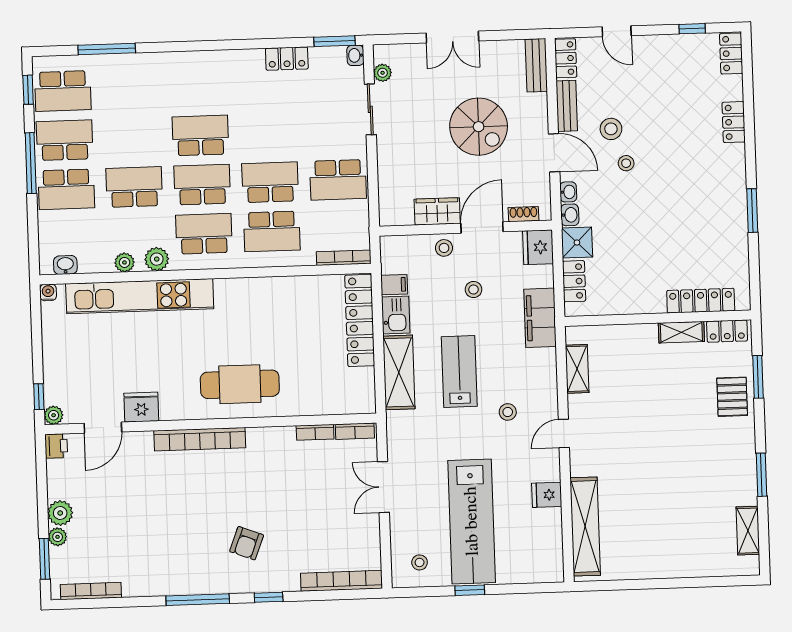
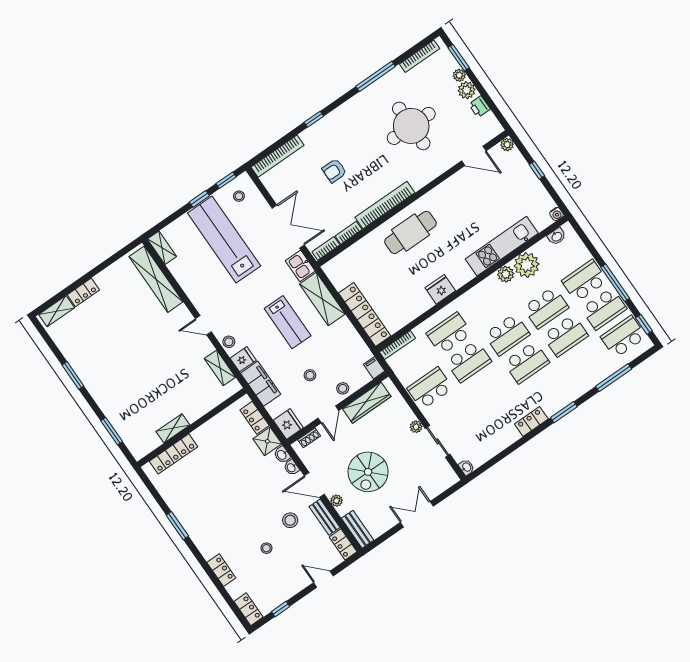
window: (335, 41) -> (564, 412), moved
locker: (287, 59) -> (531, 421), moved
plant: (383, 73) -> (416, 427), moved
plant: (539, 116) -> (336, 501), added
spiral stairs: (479, 127) -> (368, 472), turned -90
stool: (626, 163) -> (266, 548), moved
wardrobe: (437, 211) -> (367, 403), width x1.50
door: (482, 227) -> (328, 414), width x0.73
school desk: (204, 234) -> (565, 336), moved
plant: (124, 262) -> (527, 265), width x1.87, depth x1.87
filing cabinet: (394, 285) -> (374, 368), moved, turned 90
kitchen unit: (140, 296) -> (502, 246), width x0.73
kitchen sink: (396, 315) -> (300, 266), moved
locker: (727, 331) -> (83, 292), moved, turned 180
window: (39, 397) -> (537, 170), moved
pallet: (732, 397) -> (119, 410), removed
fridge: (141, 407) -> (440, 289), moved, turned 180
stool: (508, 412) -> (229, 342), moved
door: (103, 428) -> (474, 156), swing flipped
door: (564, 434) -> (203, 325), swing flipped
bookcase: (200, 439) -> (385, 205), moved
printer: (56, 446) -> (480, 107), moved
double door: (383, 487) -> (288, 226), width x1.37
fridge: (547, 495) -> (243, 359), moved
round table: (156, 513) -> (411, 126), added
shelving: (748, 531) -> (57, 311), moved, turned 90
armchair: (247, 543) -> (334, 171), moved, turned -111
shelving: (553, 560) -> (162, 248), added
window: (423, 592) -> (226, 180), added
window: (198, 600) -> (376, 76), moved

